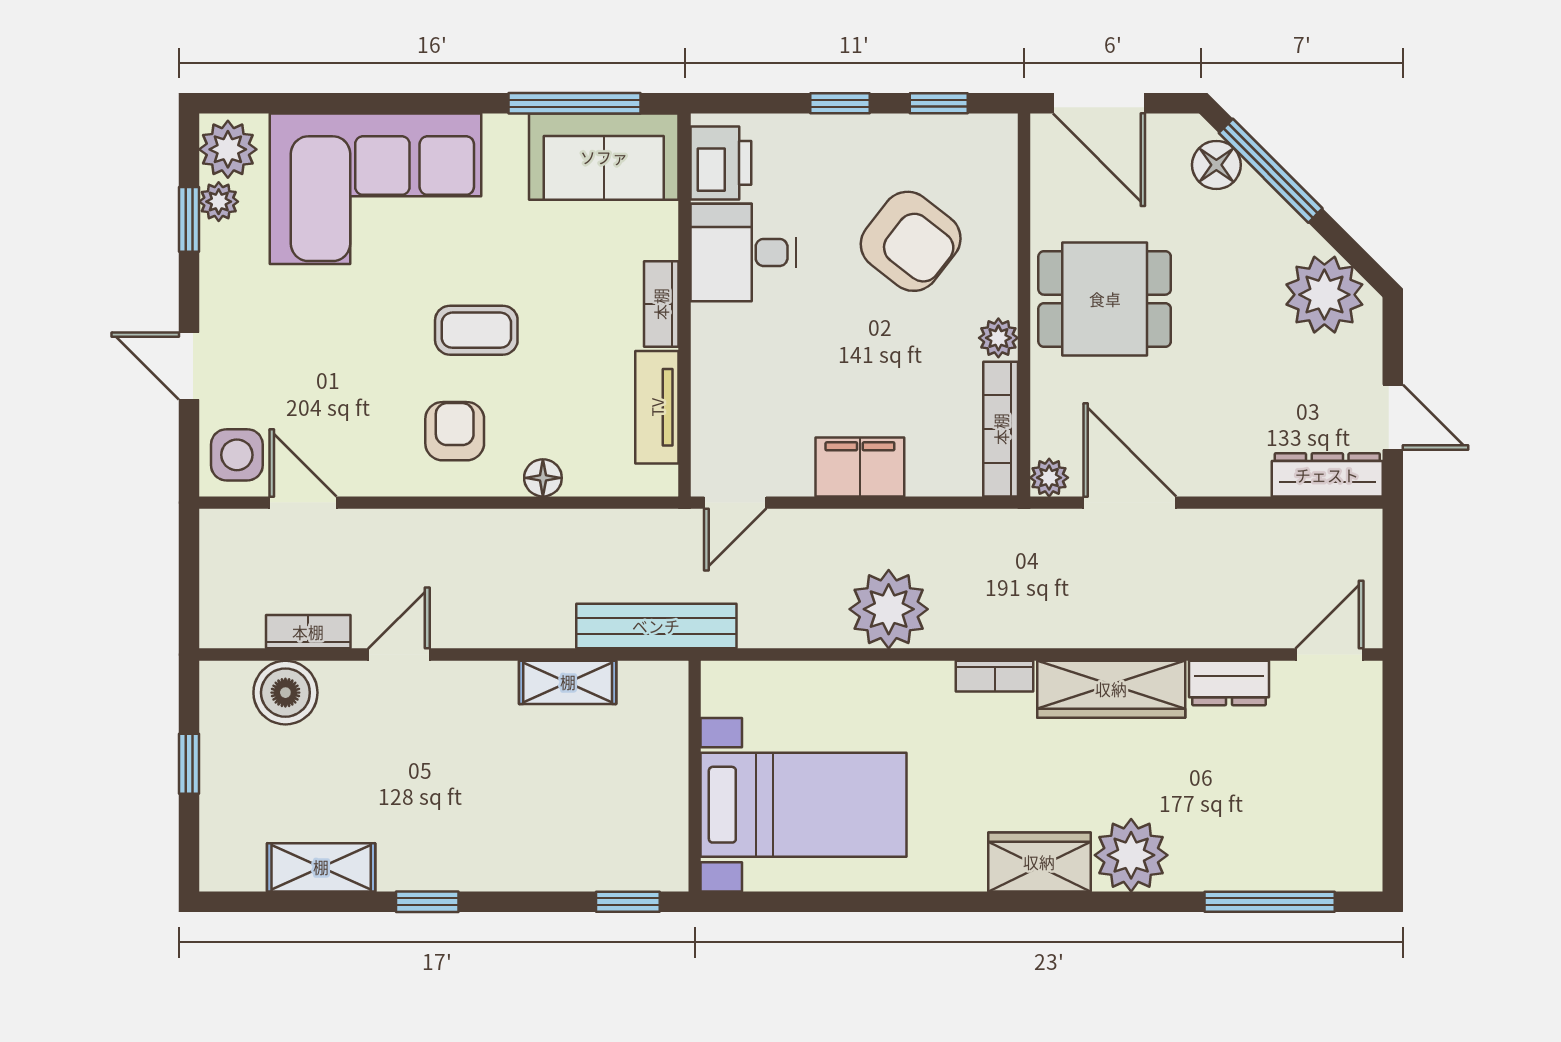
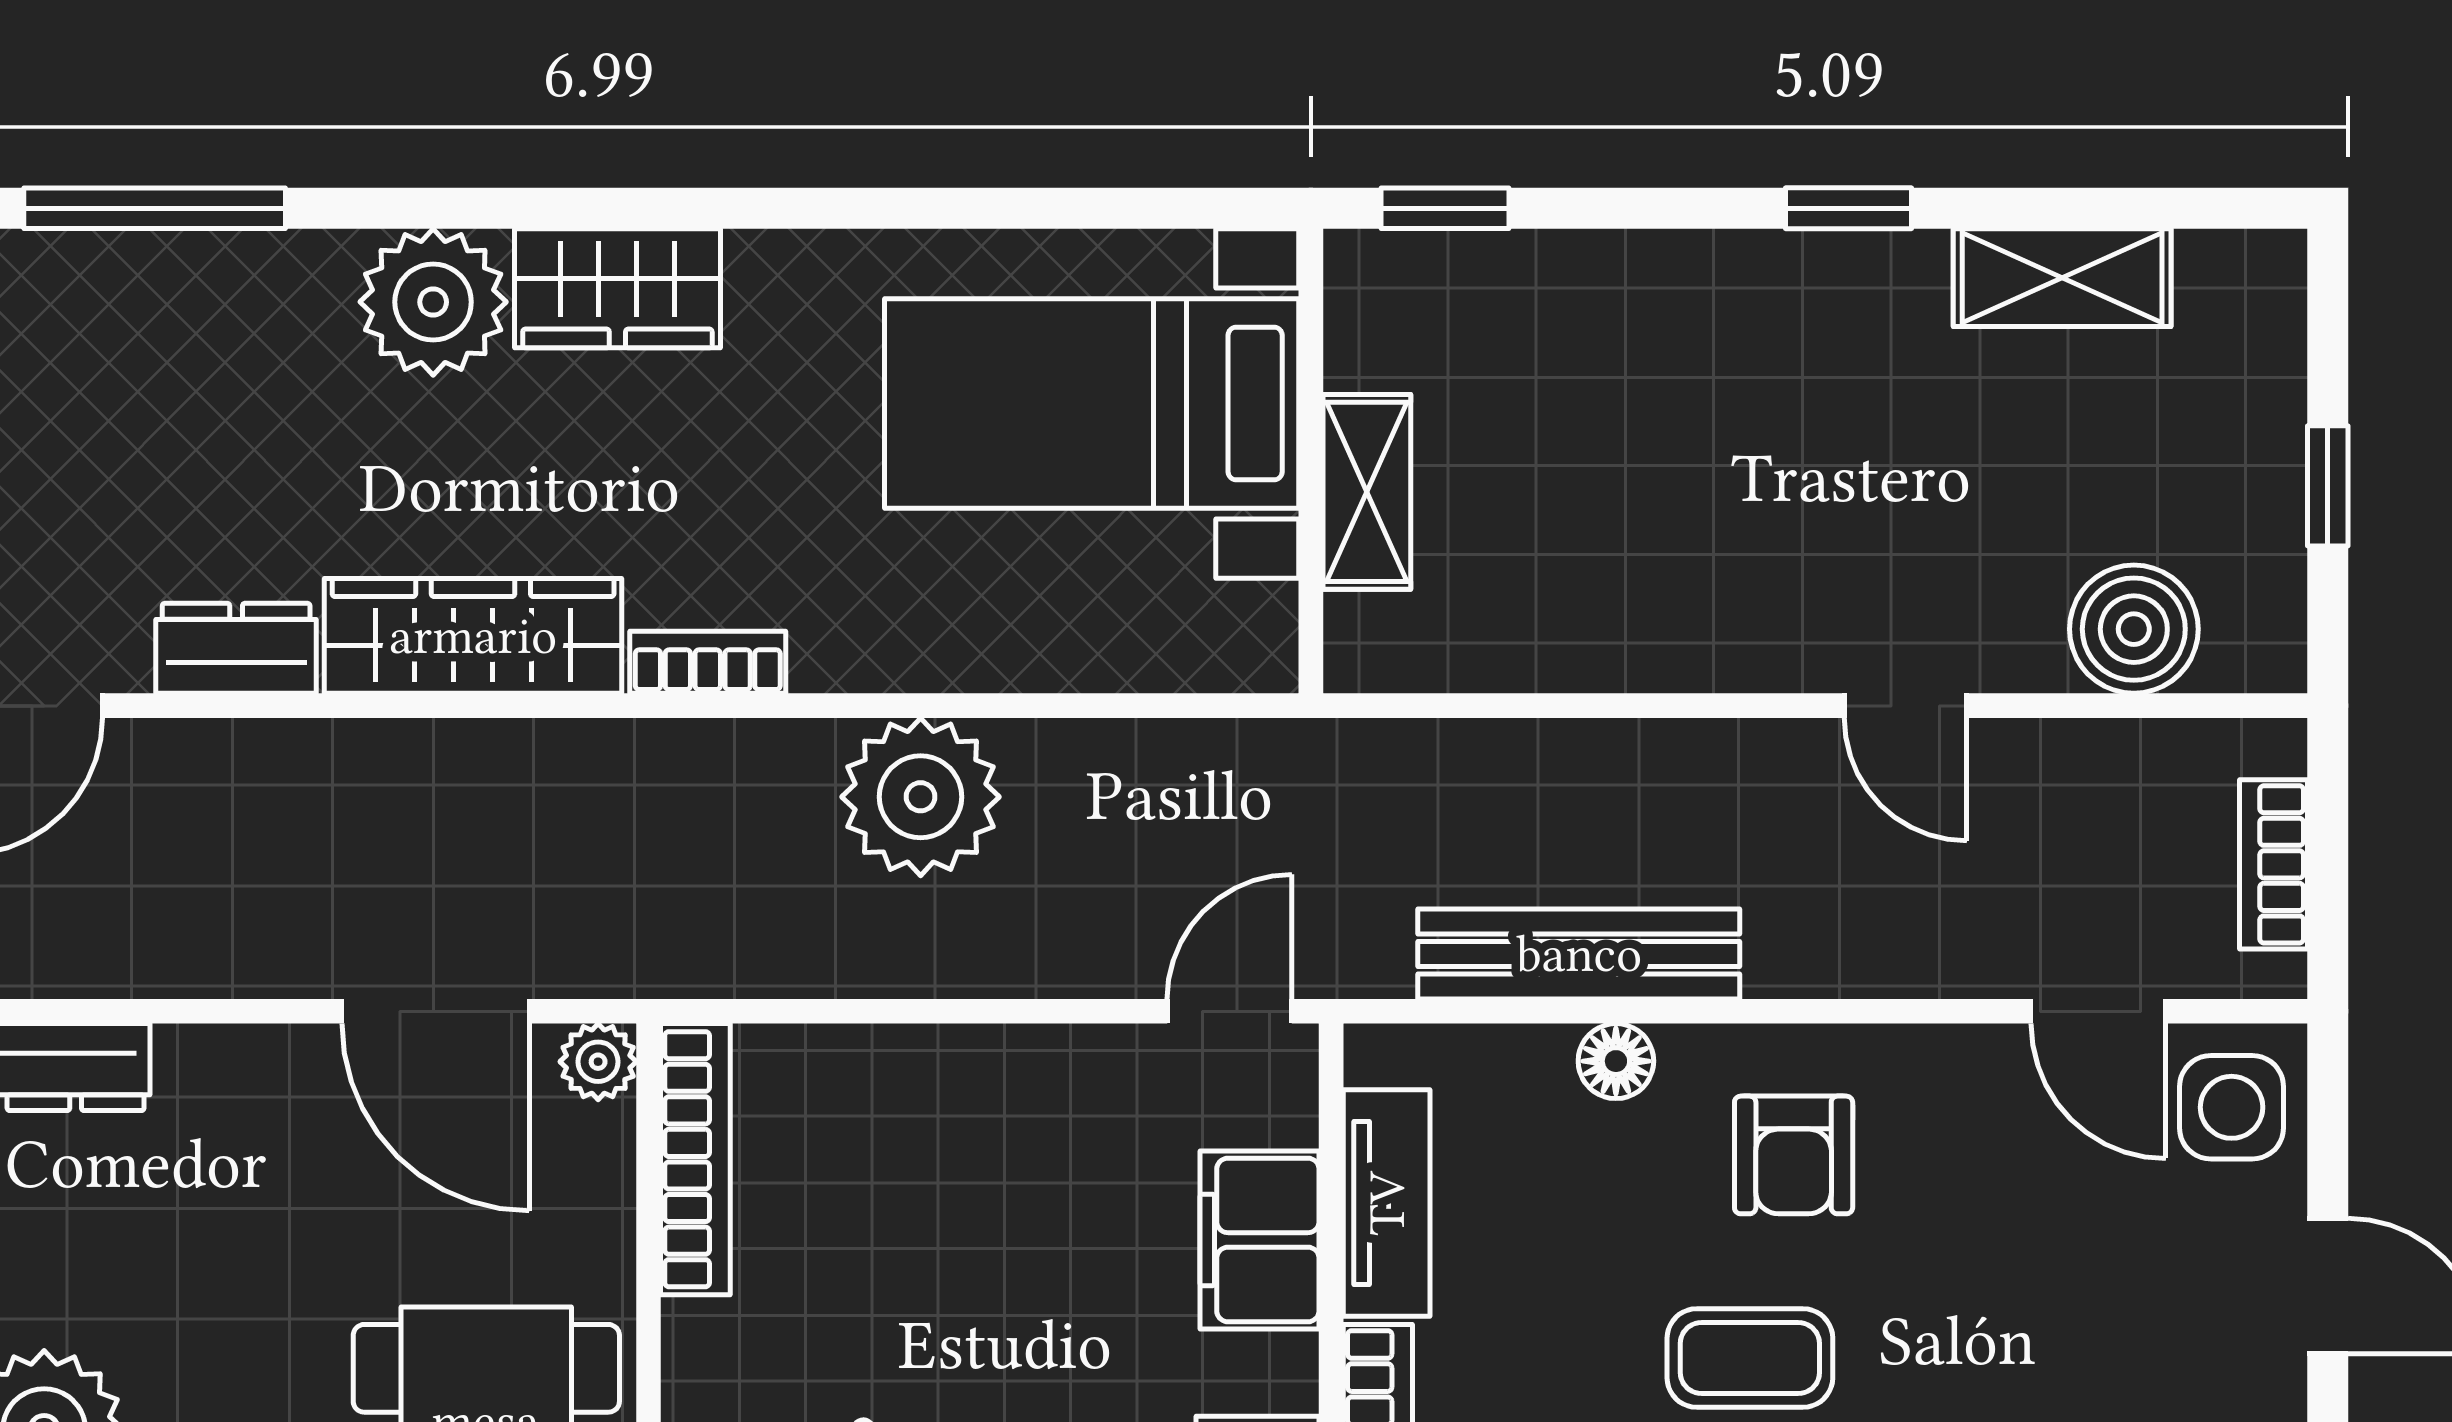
plant: (998, 338) -> (700, 1342), removed
filing cabinet: (860, 467) -> (1260, 1240), moved, turned 90
bench: (656, 626) -> (1579, 954), moved
bookcase: (308, 632) -> (2273, 864), moved, turned 90
door: (399, 655) -> (1905, 706), hinge flipped
shelving: (568, 682) -> (1367, 492), moved, turned 90

